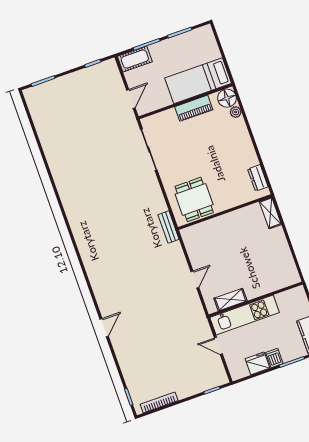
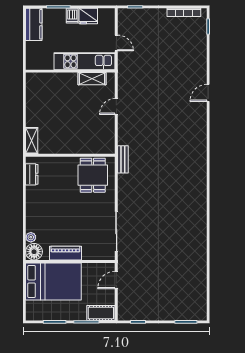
bed: (198, 81) -> (53, 282), width x1.50

